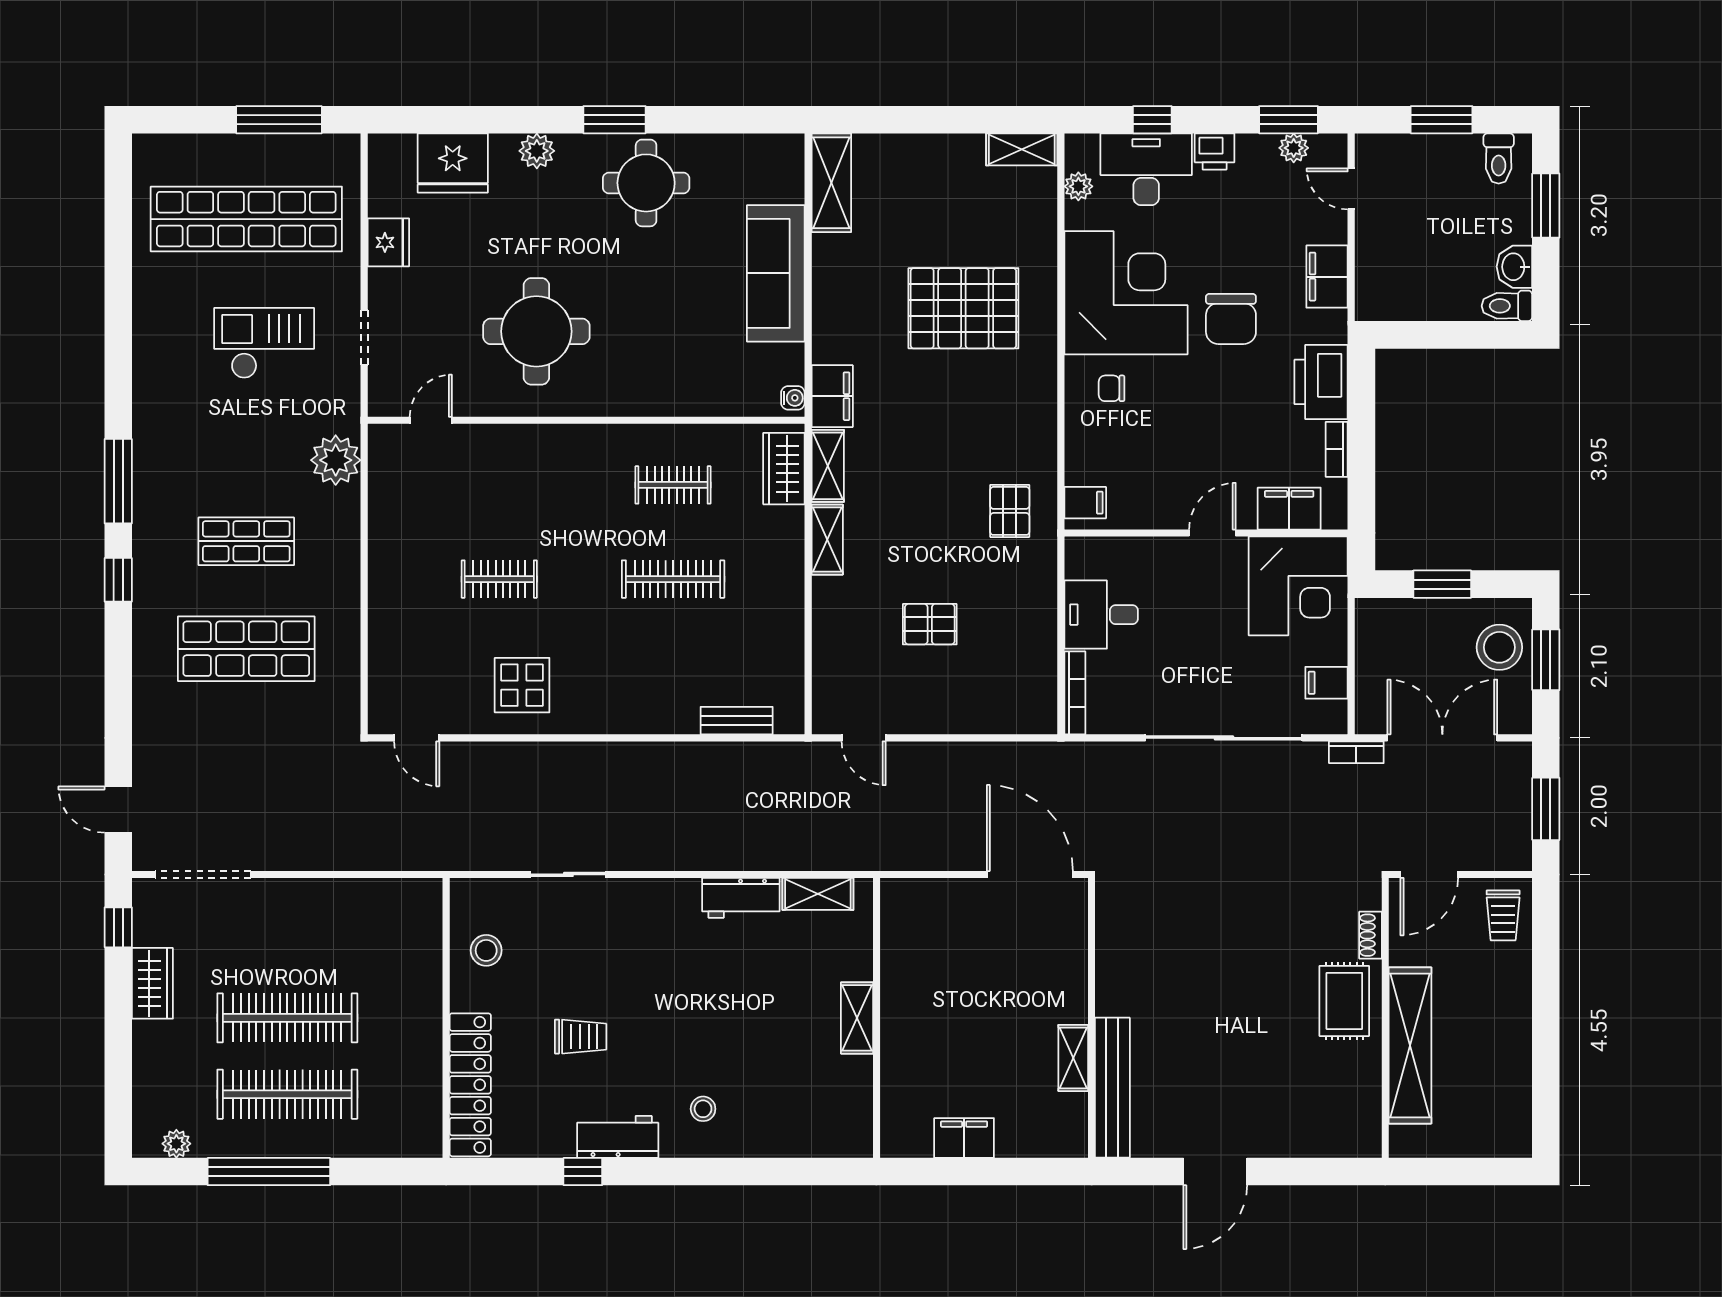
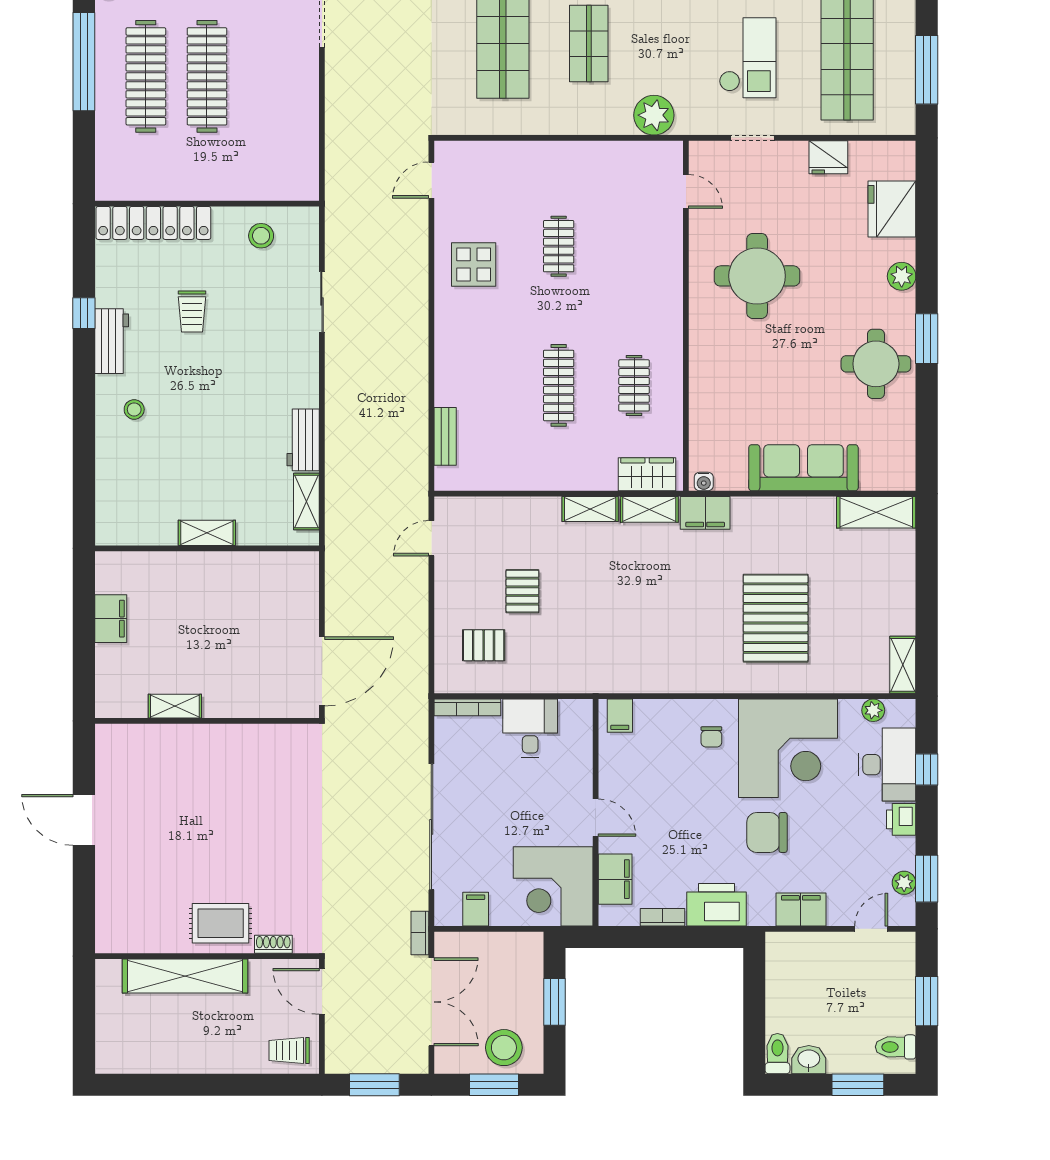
chair: (1112, 388) -> (711, 737), turned 180
pallet: (1010, 511) -> (484, 645), moved
bench: (1112, 1088) -> (151, 737), removed

